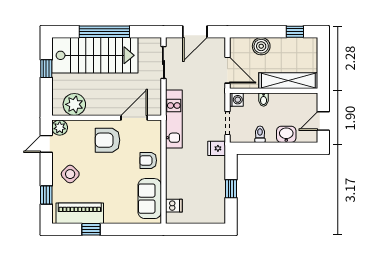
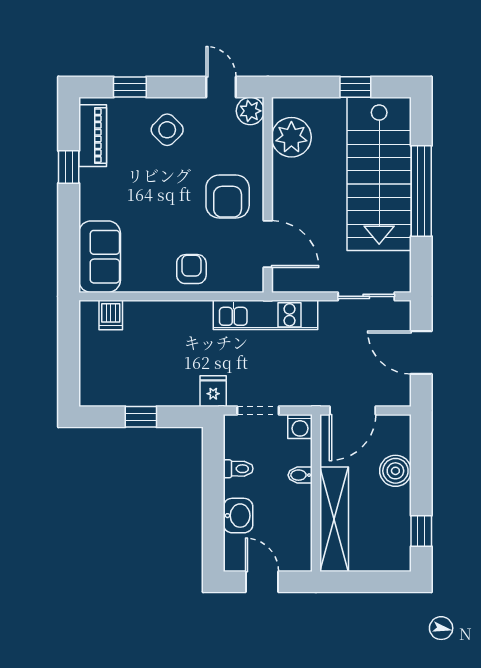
armchair: (108, 140) -> (228, 197), turned 180
sofa: (150, 199) -> (100, 257), moved, turned 90
piano: (80, 213) -> (93, 136), width x0.73, depth x0.75

